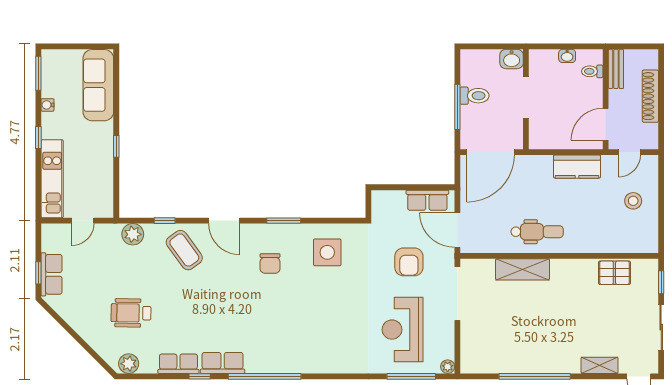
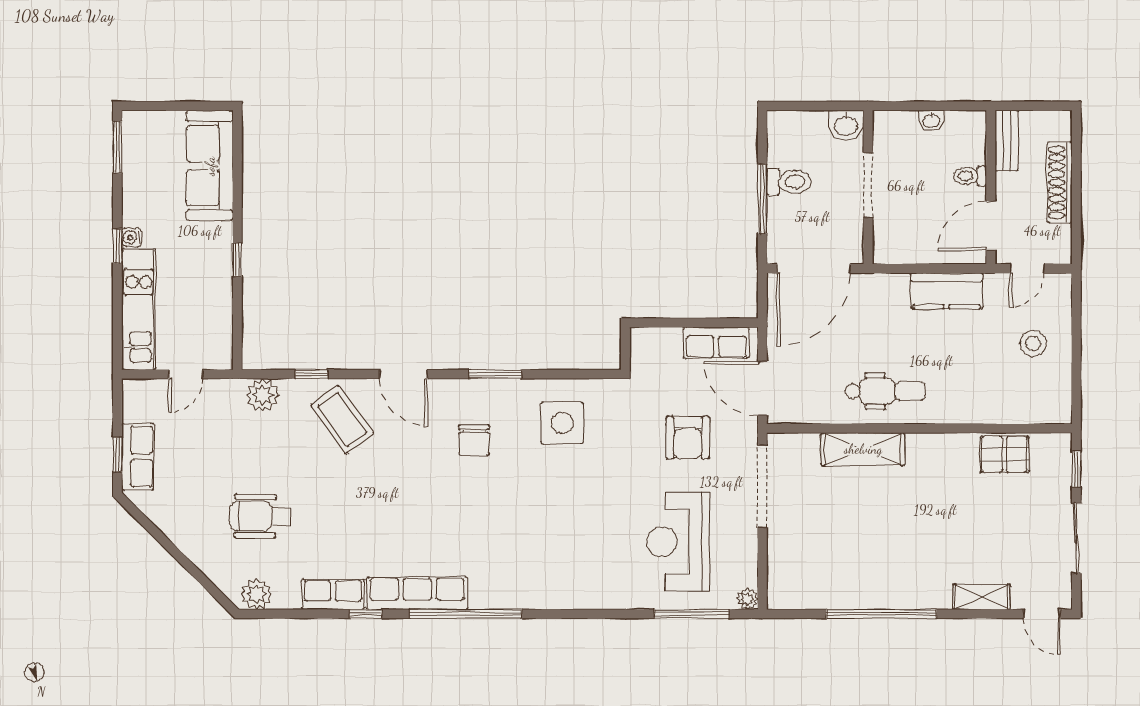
toilet: (592, 71) -> (970, 176), moved
water cooler: (48, 105) -> (132, 237), moved
row of seats: (223, 363) -> (417, 593), width x1.48

